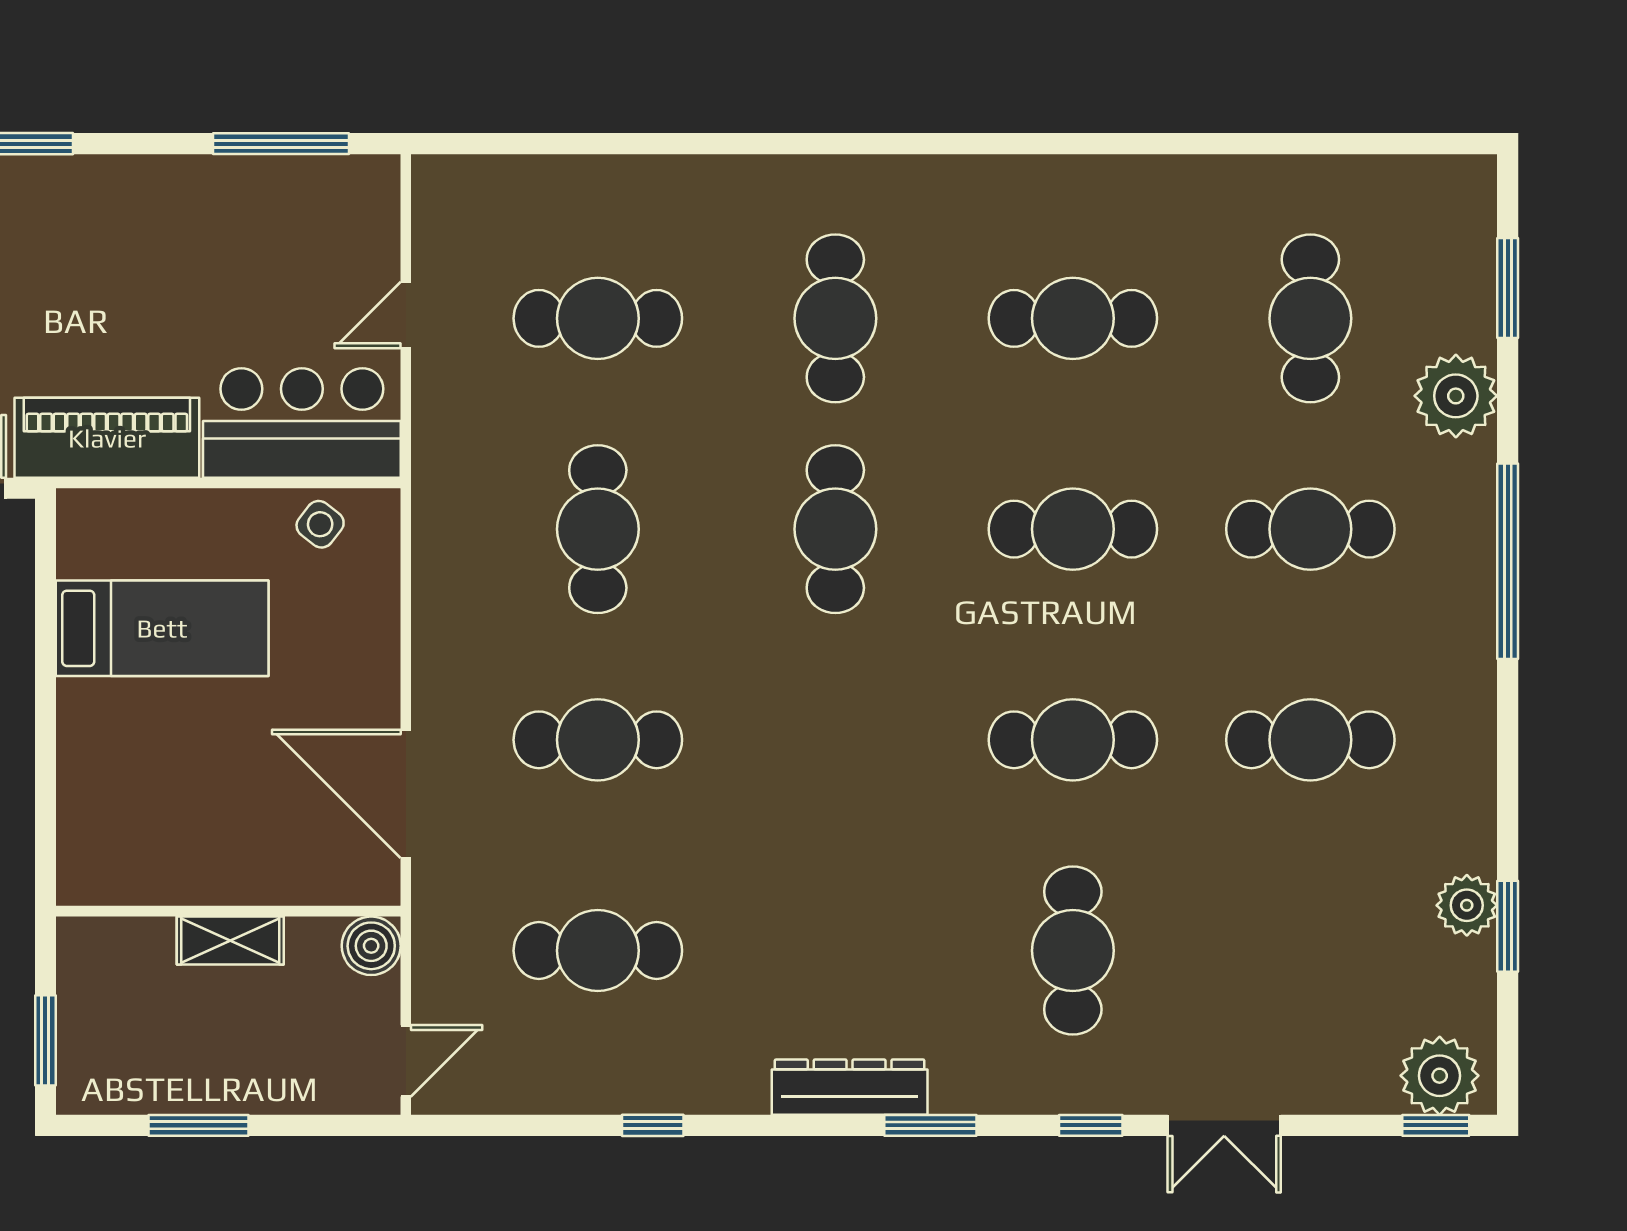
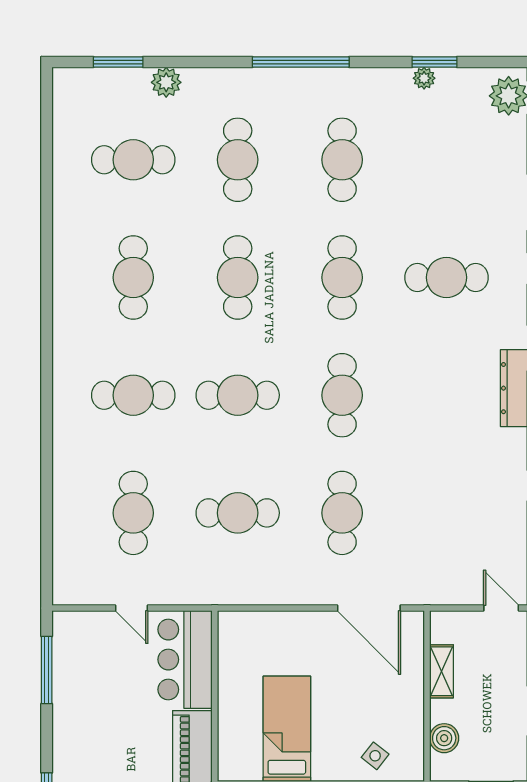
plant: (1456, 396) -> (166, 82), width x0.73, depth x0.73
side table: (320, 524) -> (375, 756), moved
window: (1508, 561) -> (301, 62), moved
door: (406, 794) -> (369, 608), hinge flipped
plant: (1467, 905) -> (424, 78), width x0.73, depth x0.73
shelving: (230, 940) -> (442, 671), moved
boiler: (371, 946) -> (444, 738), moved
cafe table: (598, 951) -> (342, 395), moved

